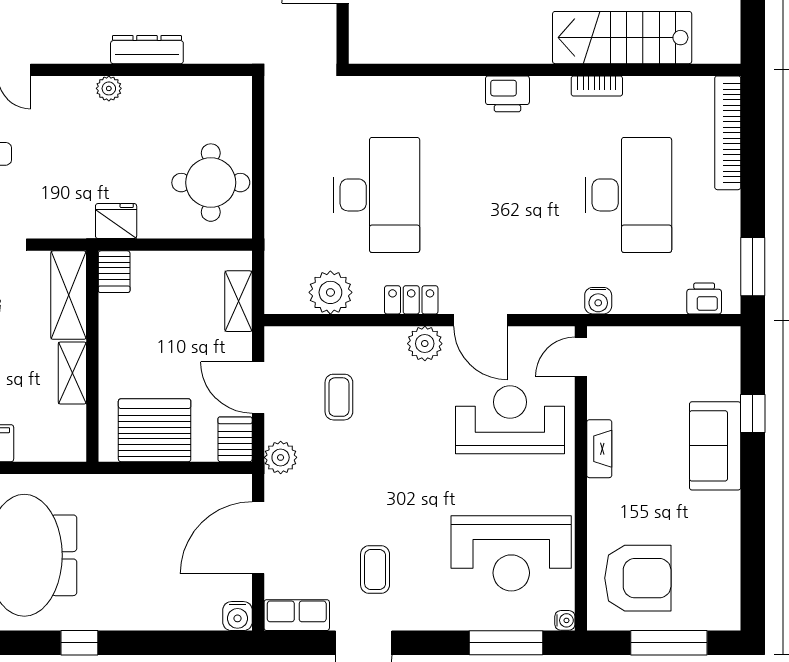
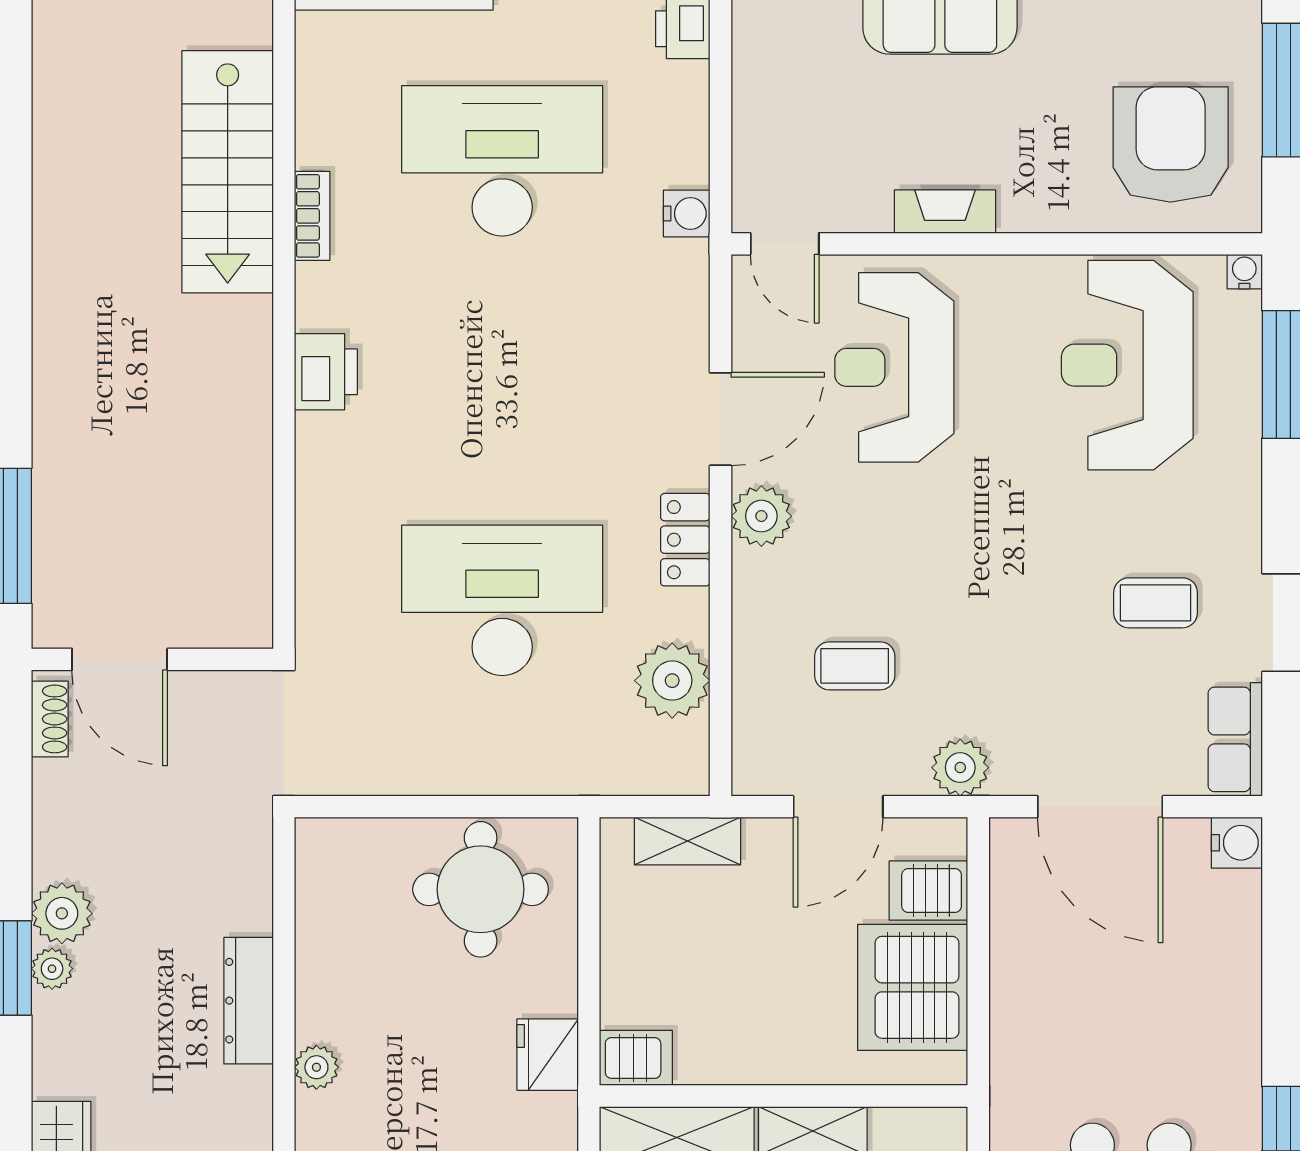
server rack: (235, 439) -> (928, 891), moved
reception desk: (511, 553) -> (1127, 365), turned 180

